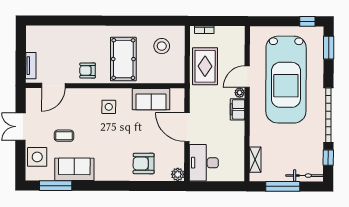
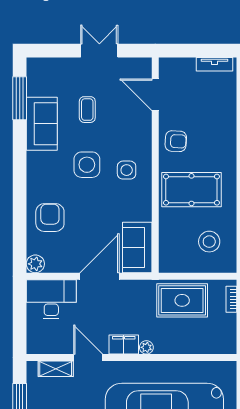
tv unit: (31, 66) -> (214, 64), moved
armchair: (88, 70) -> (176, 141), turned 93
door: (247, 77) -> (88, 358), moved
sofa: (151, 99) -> (137, 248), moved
side table: (37, 157) -> (87, 165), moved

